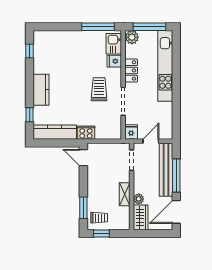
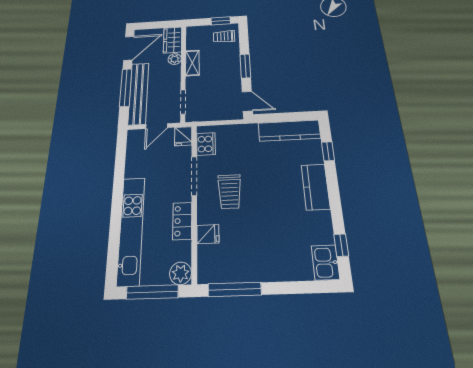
kitchen sink: (114, 44) -> (325, 262), moved, turned 180
cooker: (86, 133) -> (206, 144), moved, turned -90
window: (83, 208) -> (245, 66), moved

